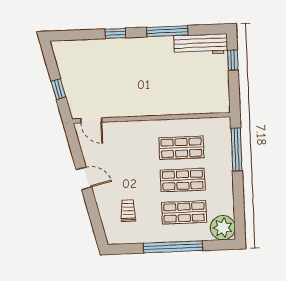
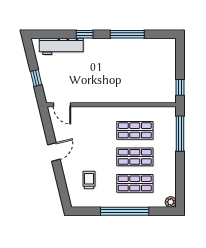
workbench: (201, 45) -> (61, 46), moved
window: (233, 60) -> (180, 87), moved
door: (84, 178) -> (54, 152), hinge flipped
plant: (223, 228) -> (171, 202), width x0.53, depth x0.53

